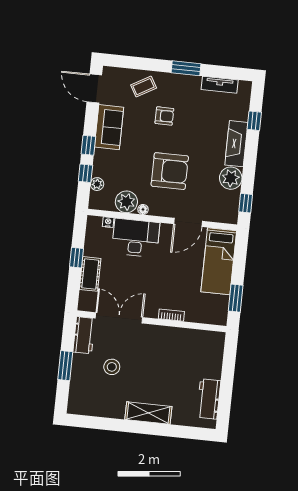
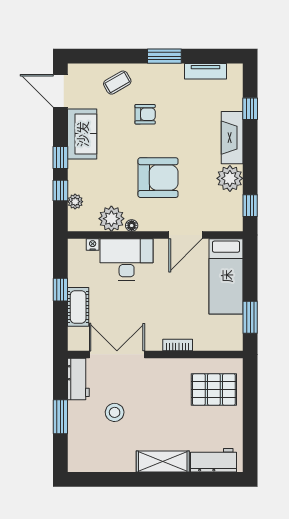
pallet: (198, 356) -> (214, 389), added
workbench: (209, 399) -> (214, 460), moved, turned 90

